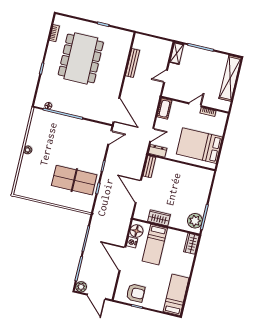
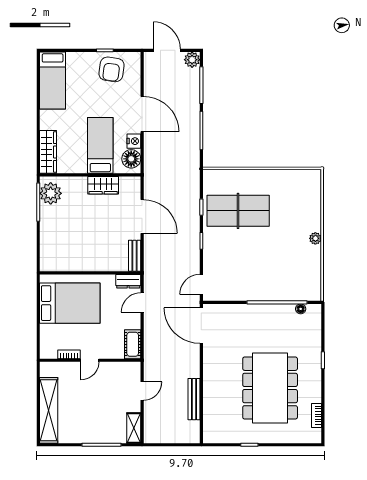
wardrobe: (191, 244) -> (48, 152), width x1.50
armchair: (136, 293) -> (112, 69), turned -82

